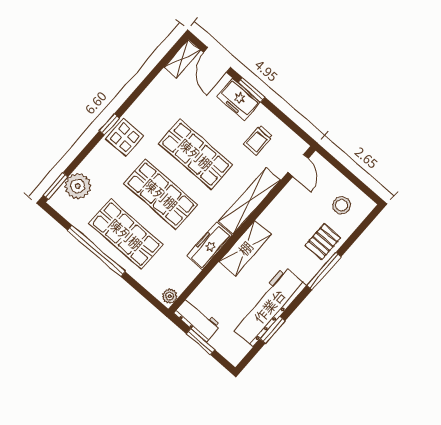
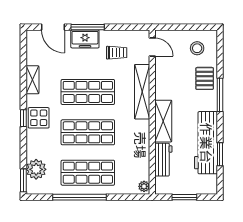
shelving: (182, 59) -> (32, 80), moved
window: (251, 90) -> (88, 27), width x1.44
trolley: (258, 140) -> (117, 53), turned -90
freezer: (209, 246) -> (142, 138), removed
workbench: (197, 319) -> (163, 160), moved, turned 90

